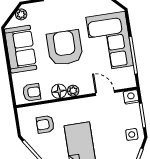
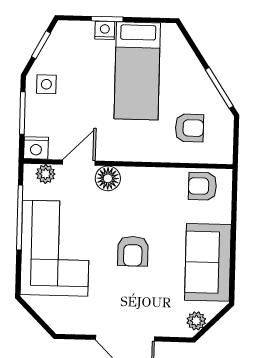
armchair: (65, 48) -> (133, 251), width x0.53, depth x0.53
floor lamp: (59, 91) -> (108, 178), moved
plant: (73, 91) -> (46, 174), moved
door: (105, 93) -> (79, 163), swing flipped

